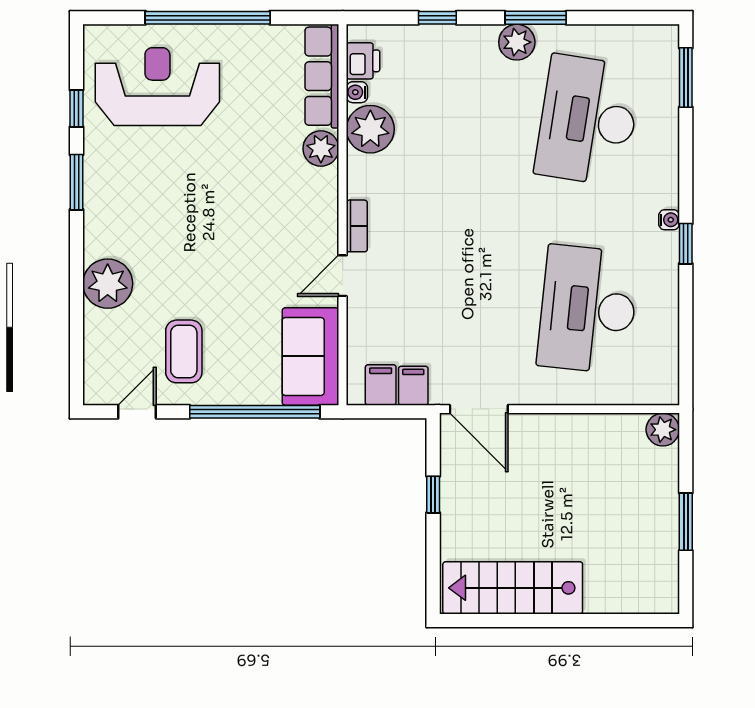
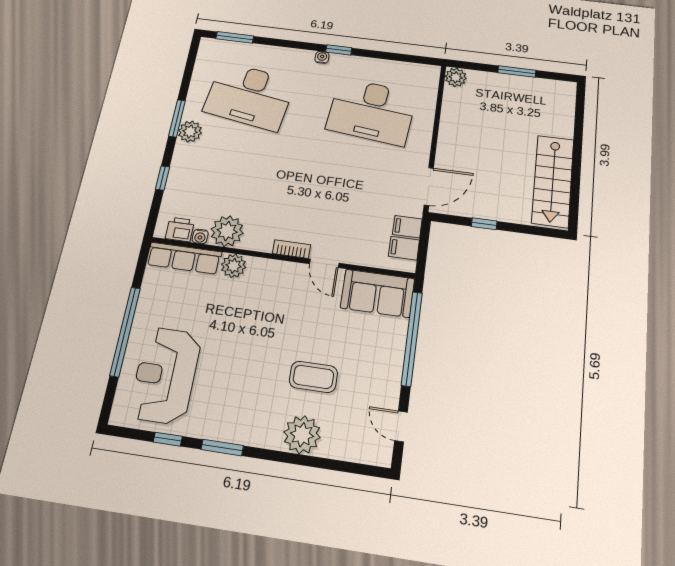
coffee table: (184, 351) -> (313, 377), moved

